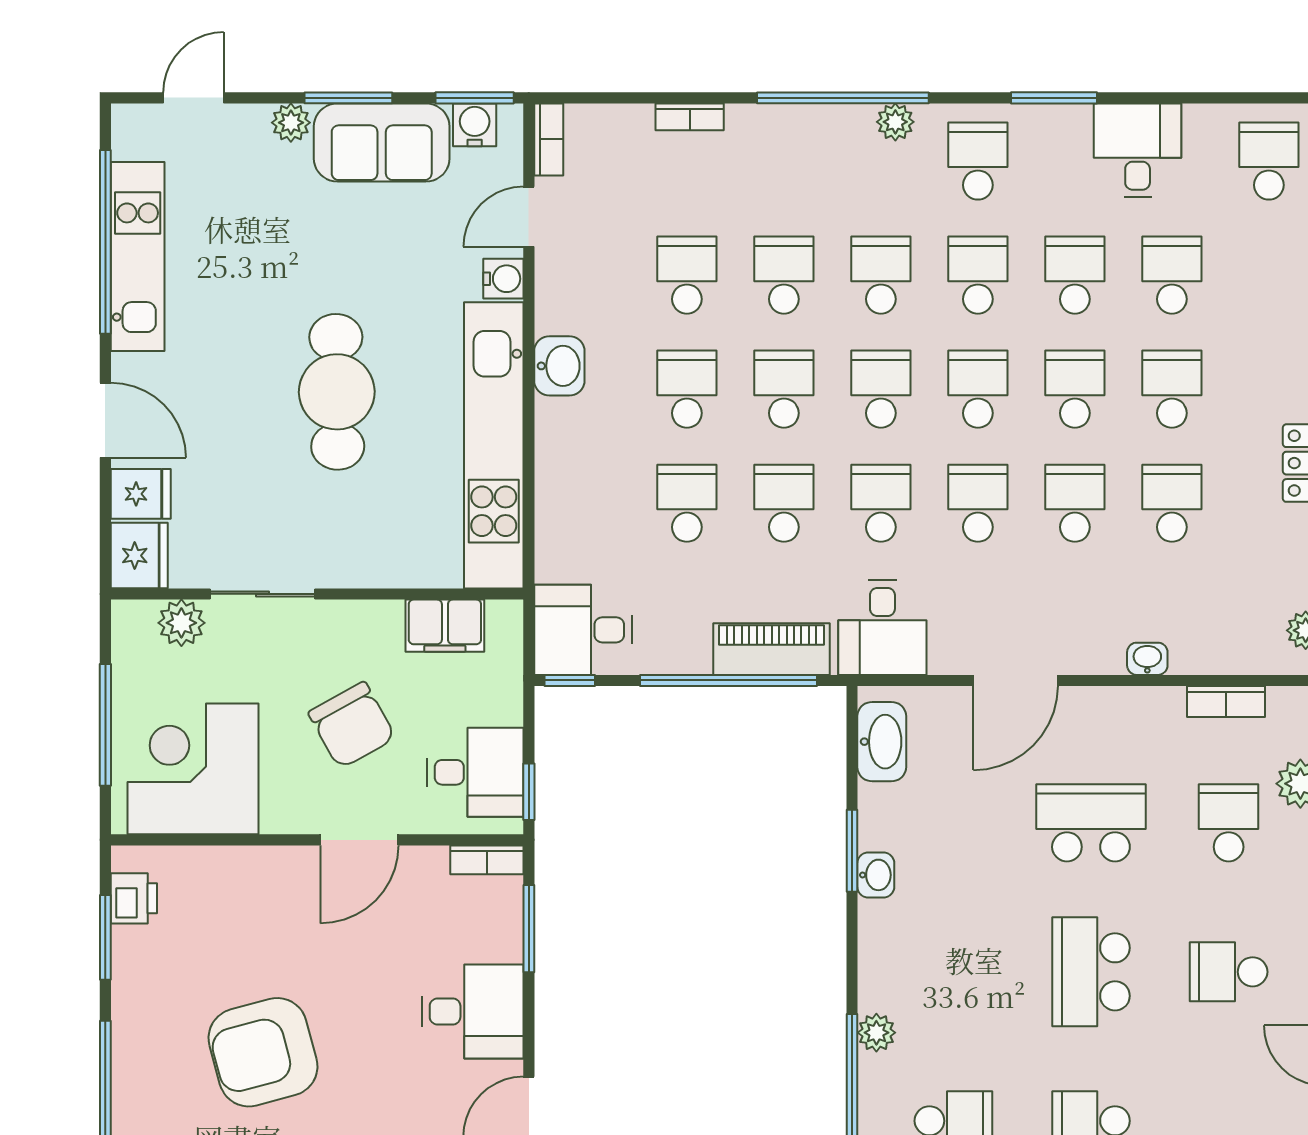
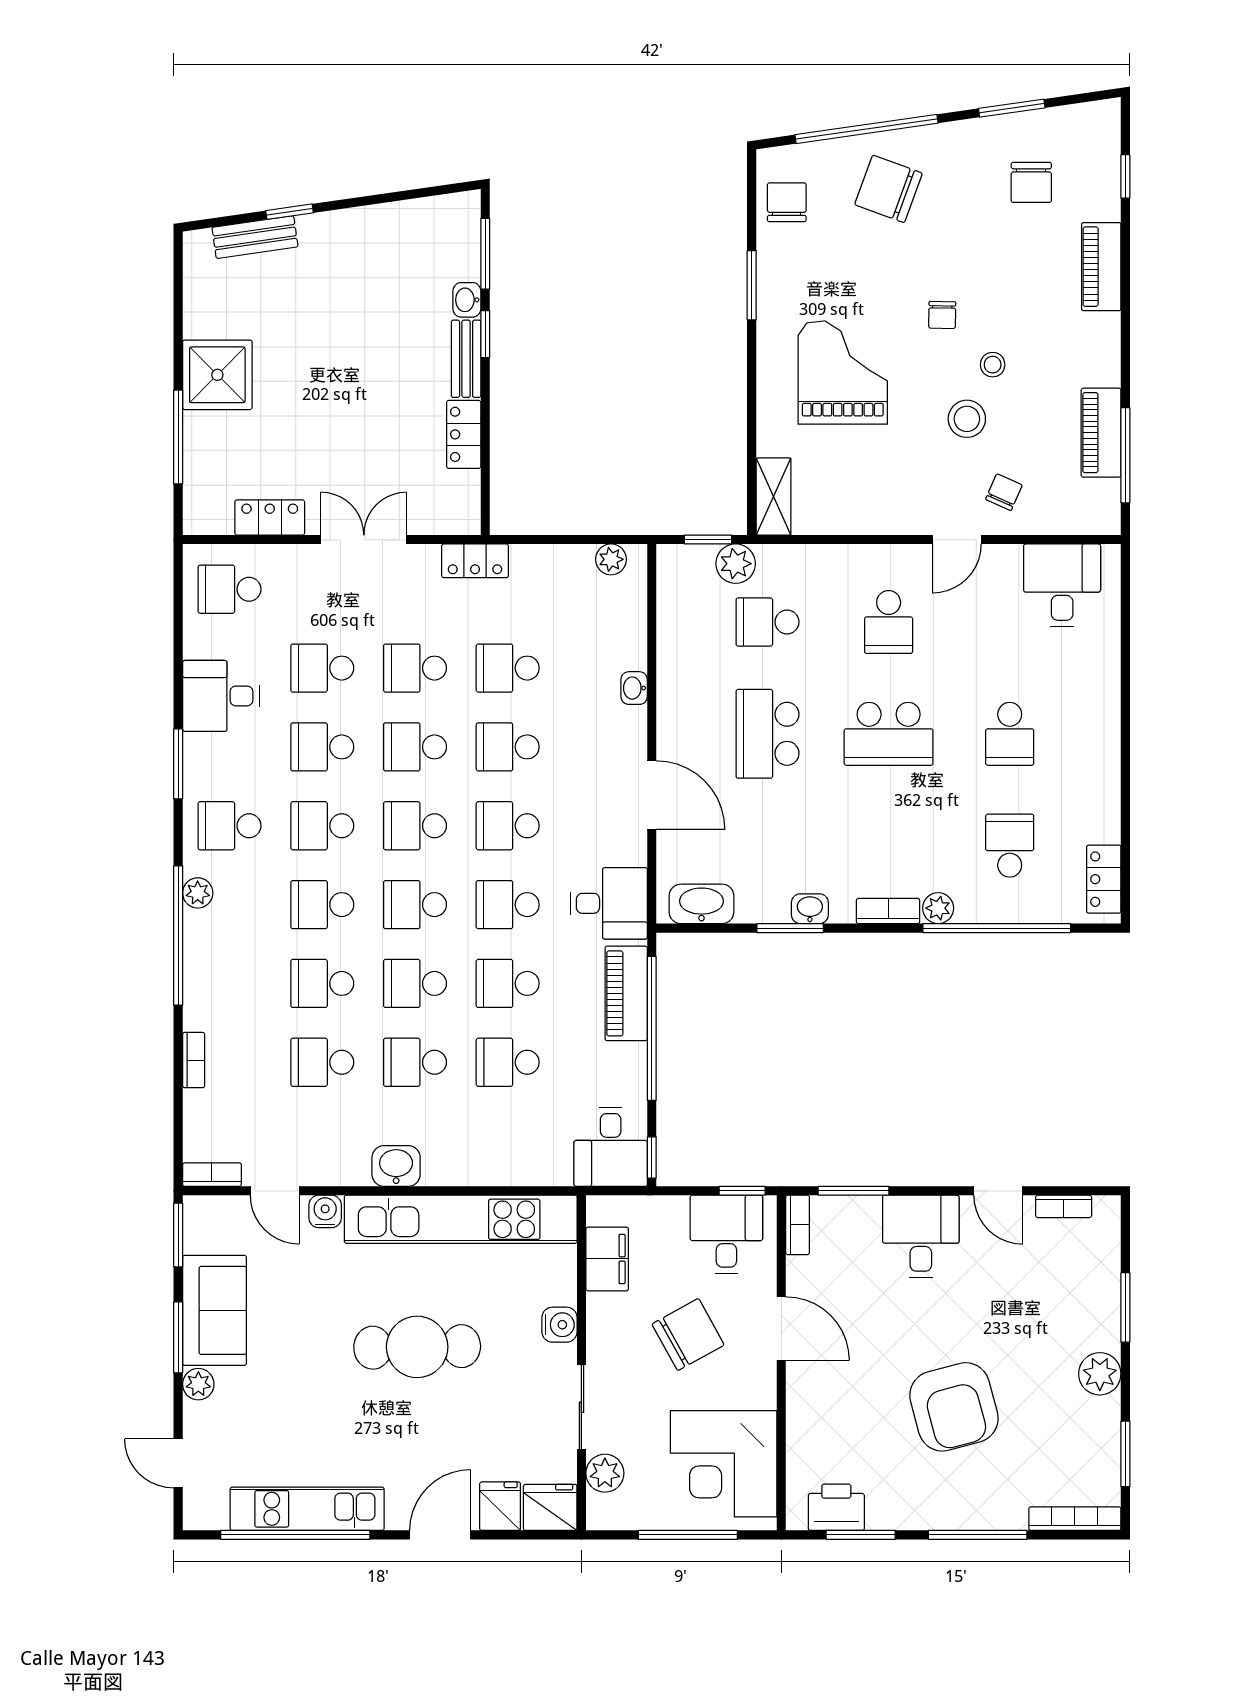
water cooler: (475, 125) -> (560, 1325), moved, turned 180
bookcase: (1226, 702) -> (888, 911), moved, turned -90
printer: (134, 898) -> (836, 1507), width x1.36, depth x1.24

